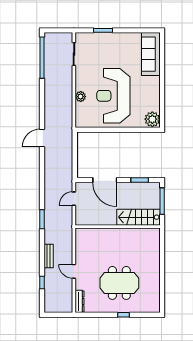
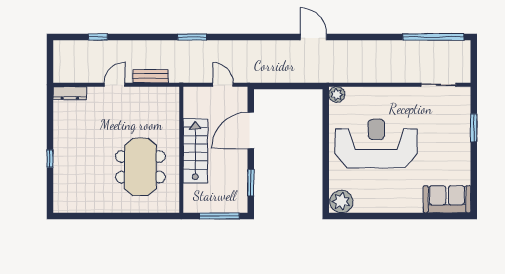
sofa: (151, 54) -> (447, 199), width x0.73
plant: (81, 97) -> (337, 95), moved
stairs: (138, 217) -> (195, 151), moved
bench: (49, 256) -> (150, 76), moved
meeting table: (119, 283) -> (140, 167), moved

